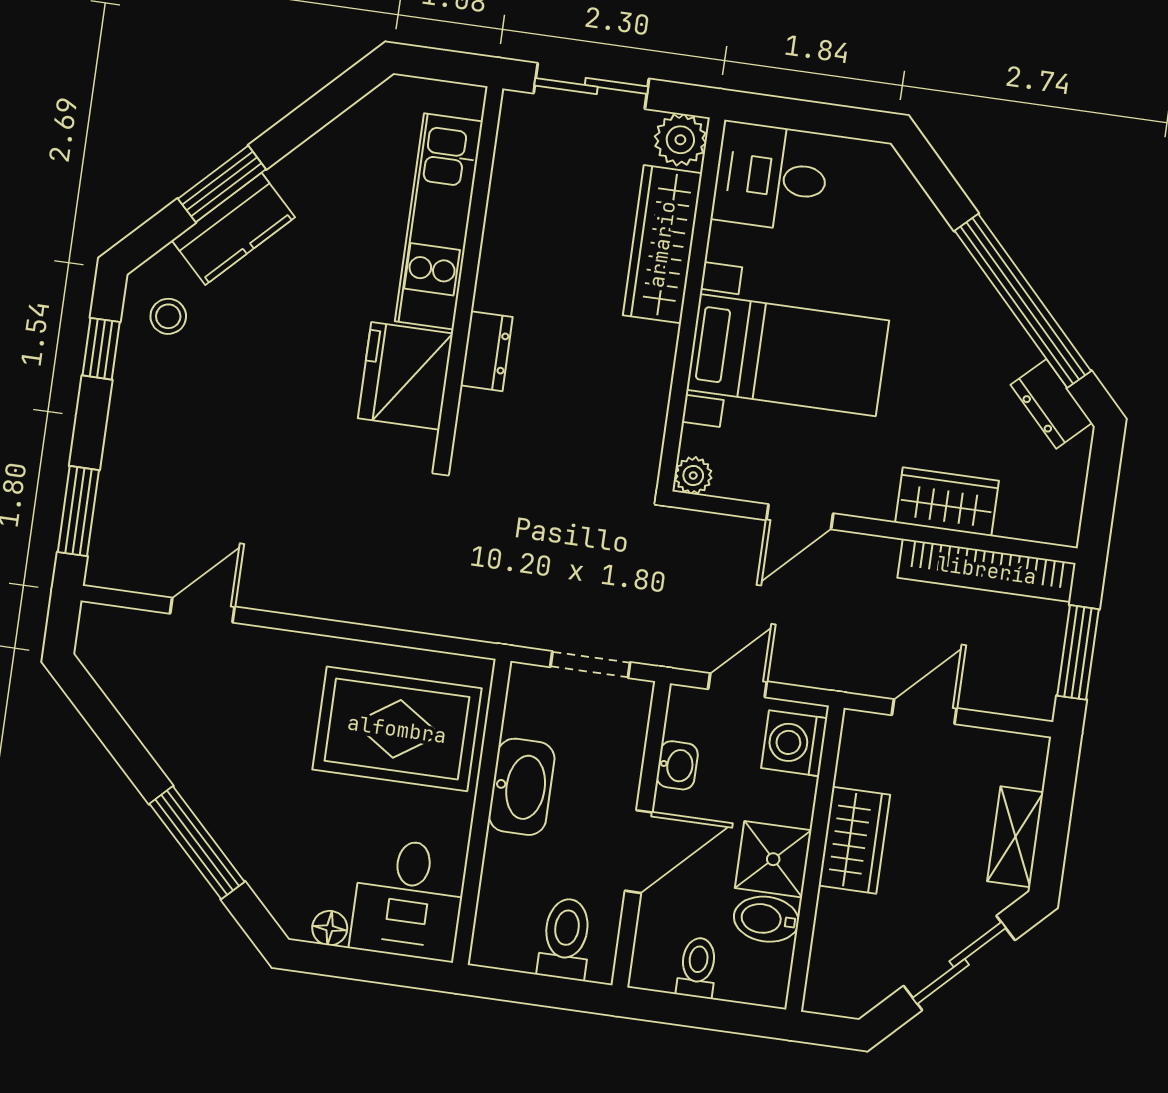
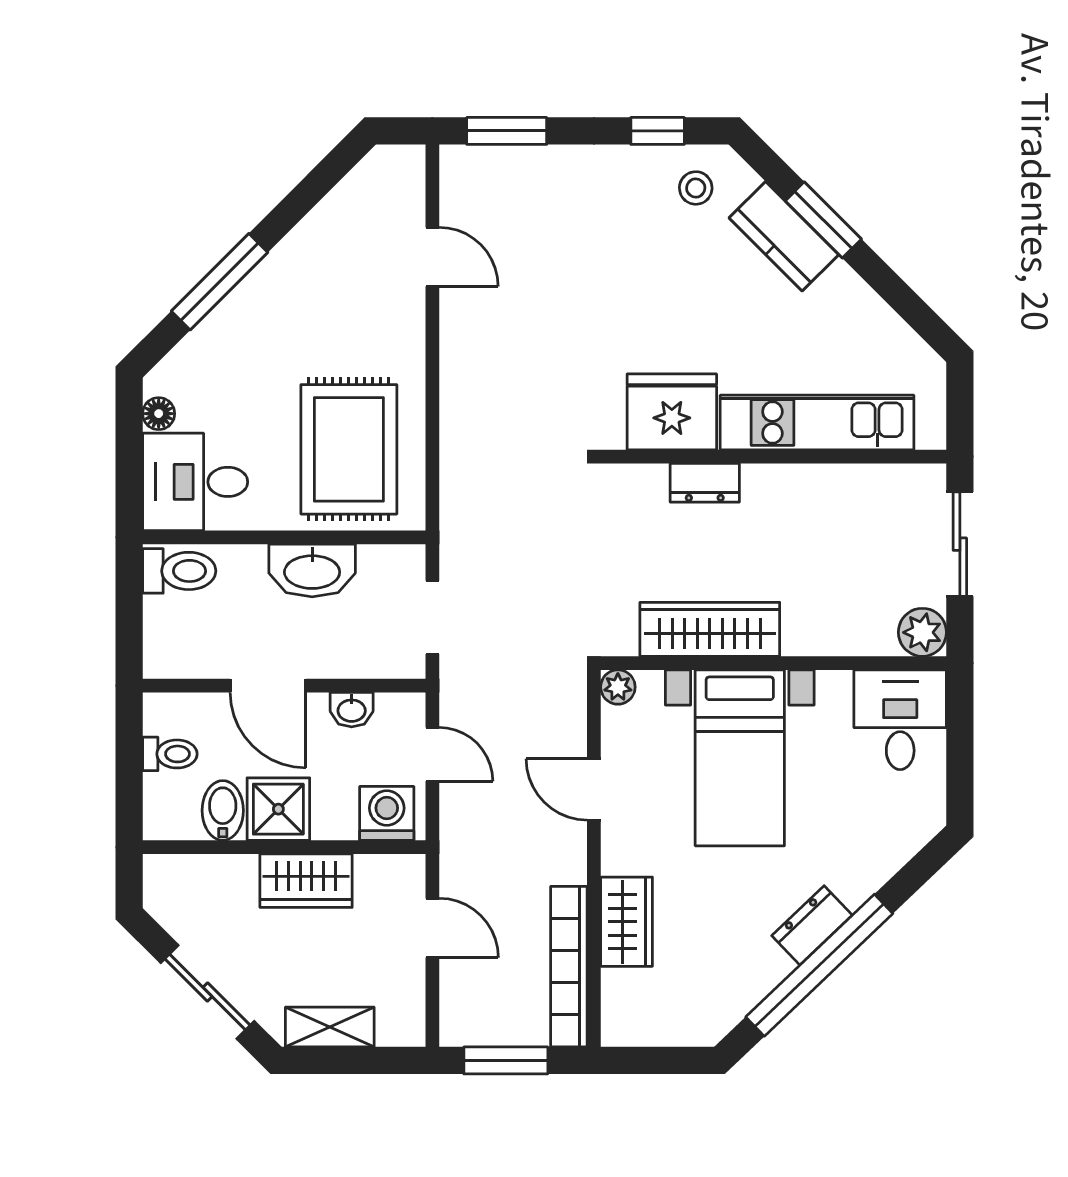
wardrobe: (662, 244) -> (710, 629), moved
dresser: (1051, 404) -> (812, 925), moved
toilet: (565, 939) -> (179, 571), moved

